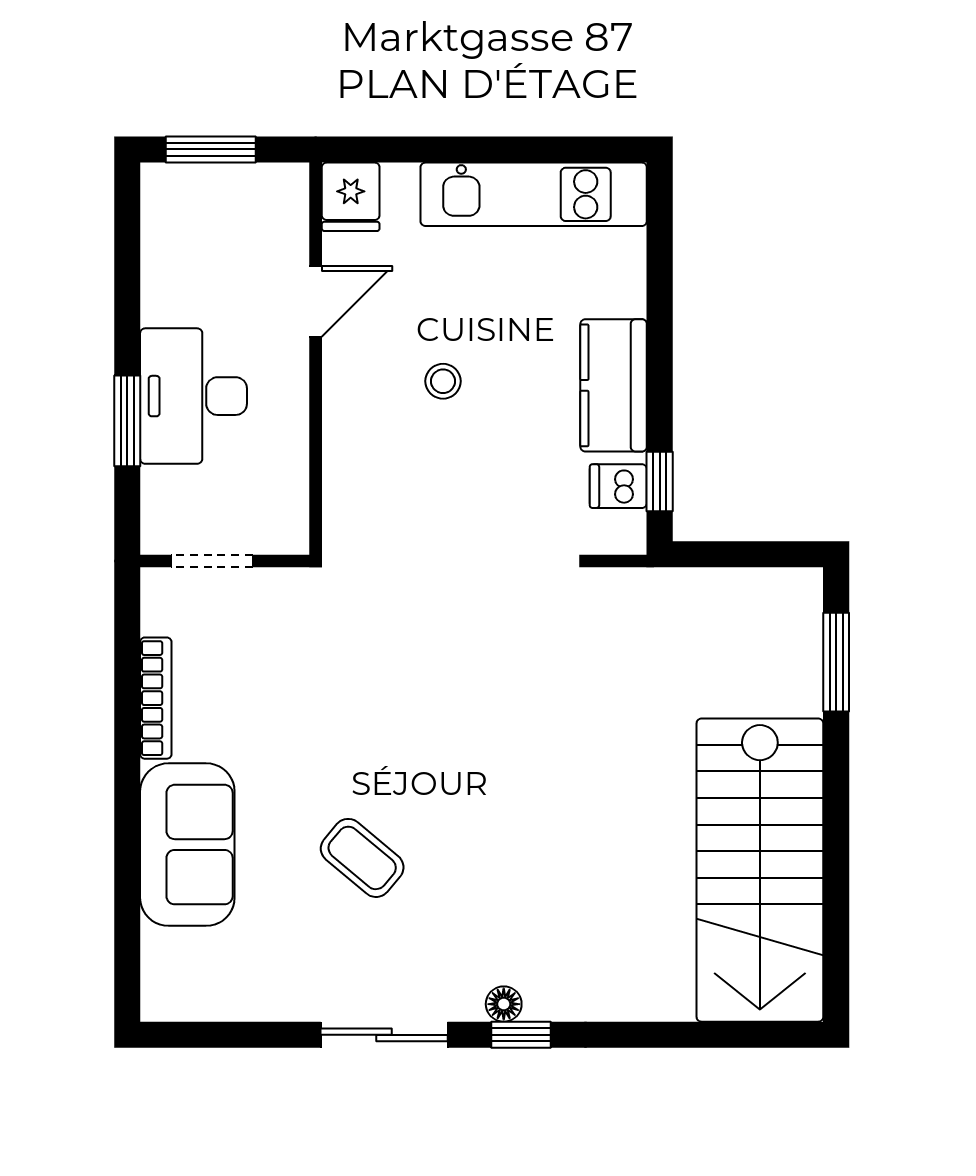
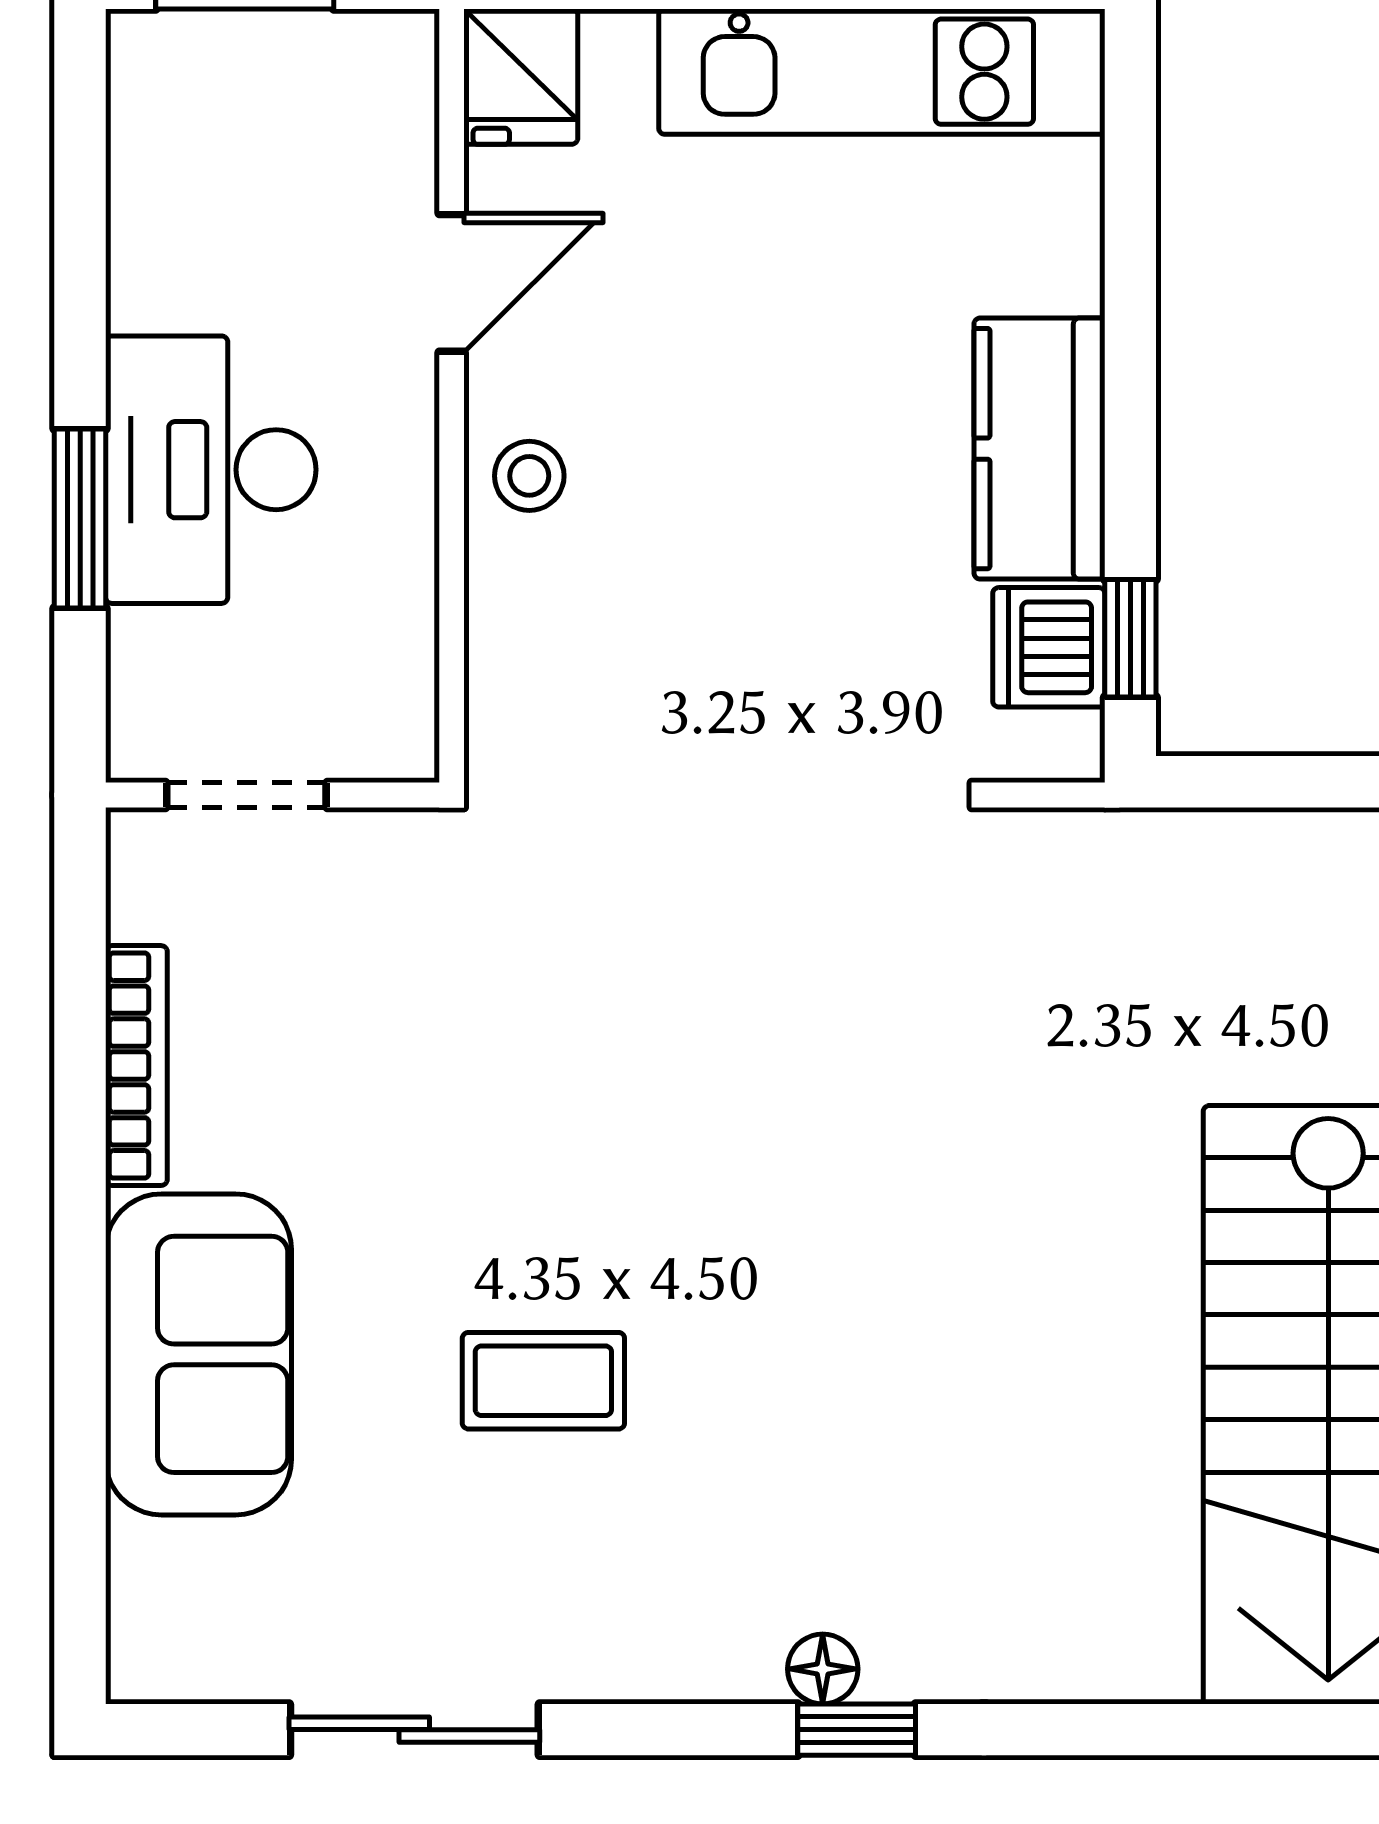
stool: (443, 381) -> (529, 476), moved
dishwasher: (618, 486) -> (1049, 647), width x1.38
coffee table: (362, 858) -> (543, 1381), turned -40
sliding door: (384, 1035) -> (414, 1730), moved

